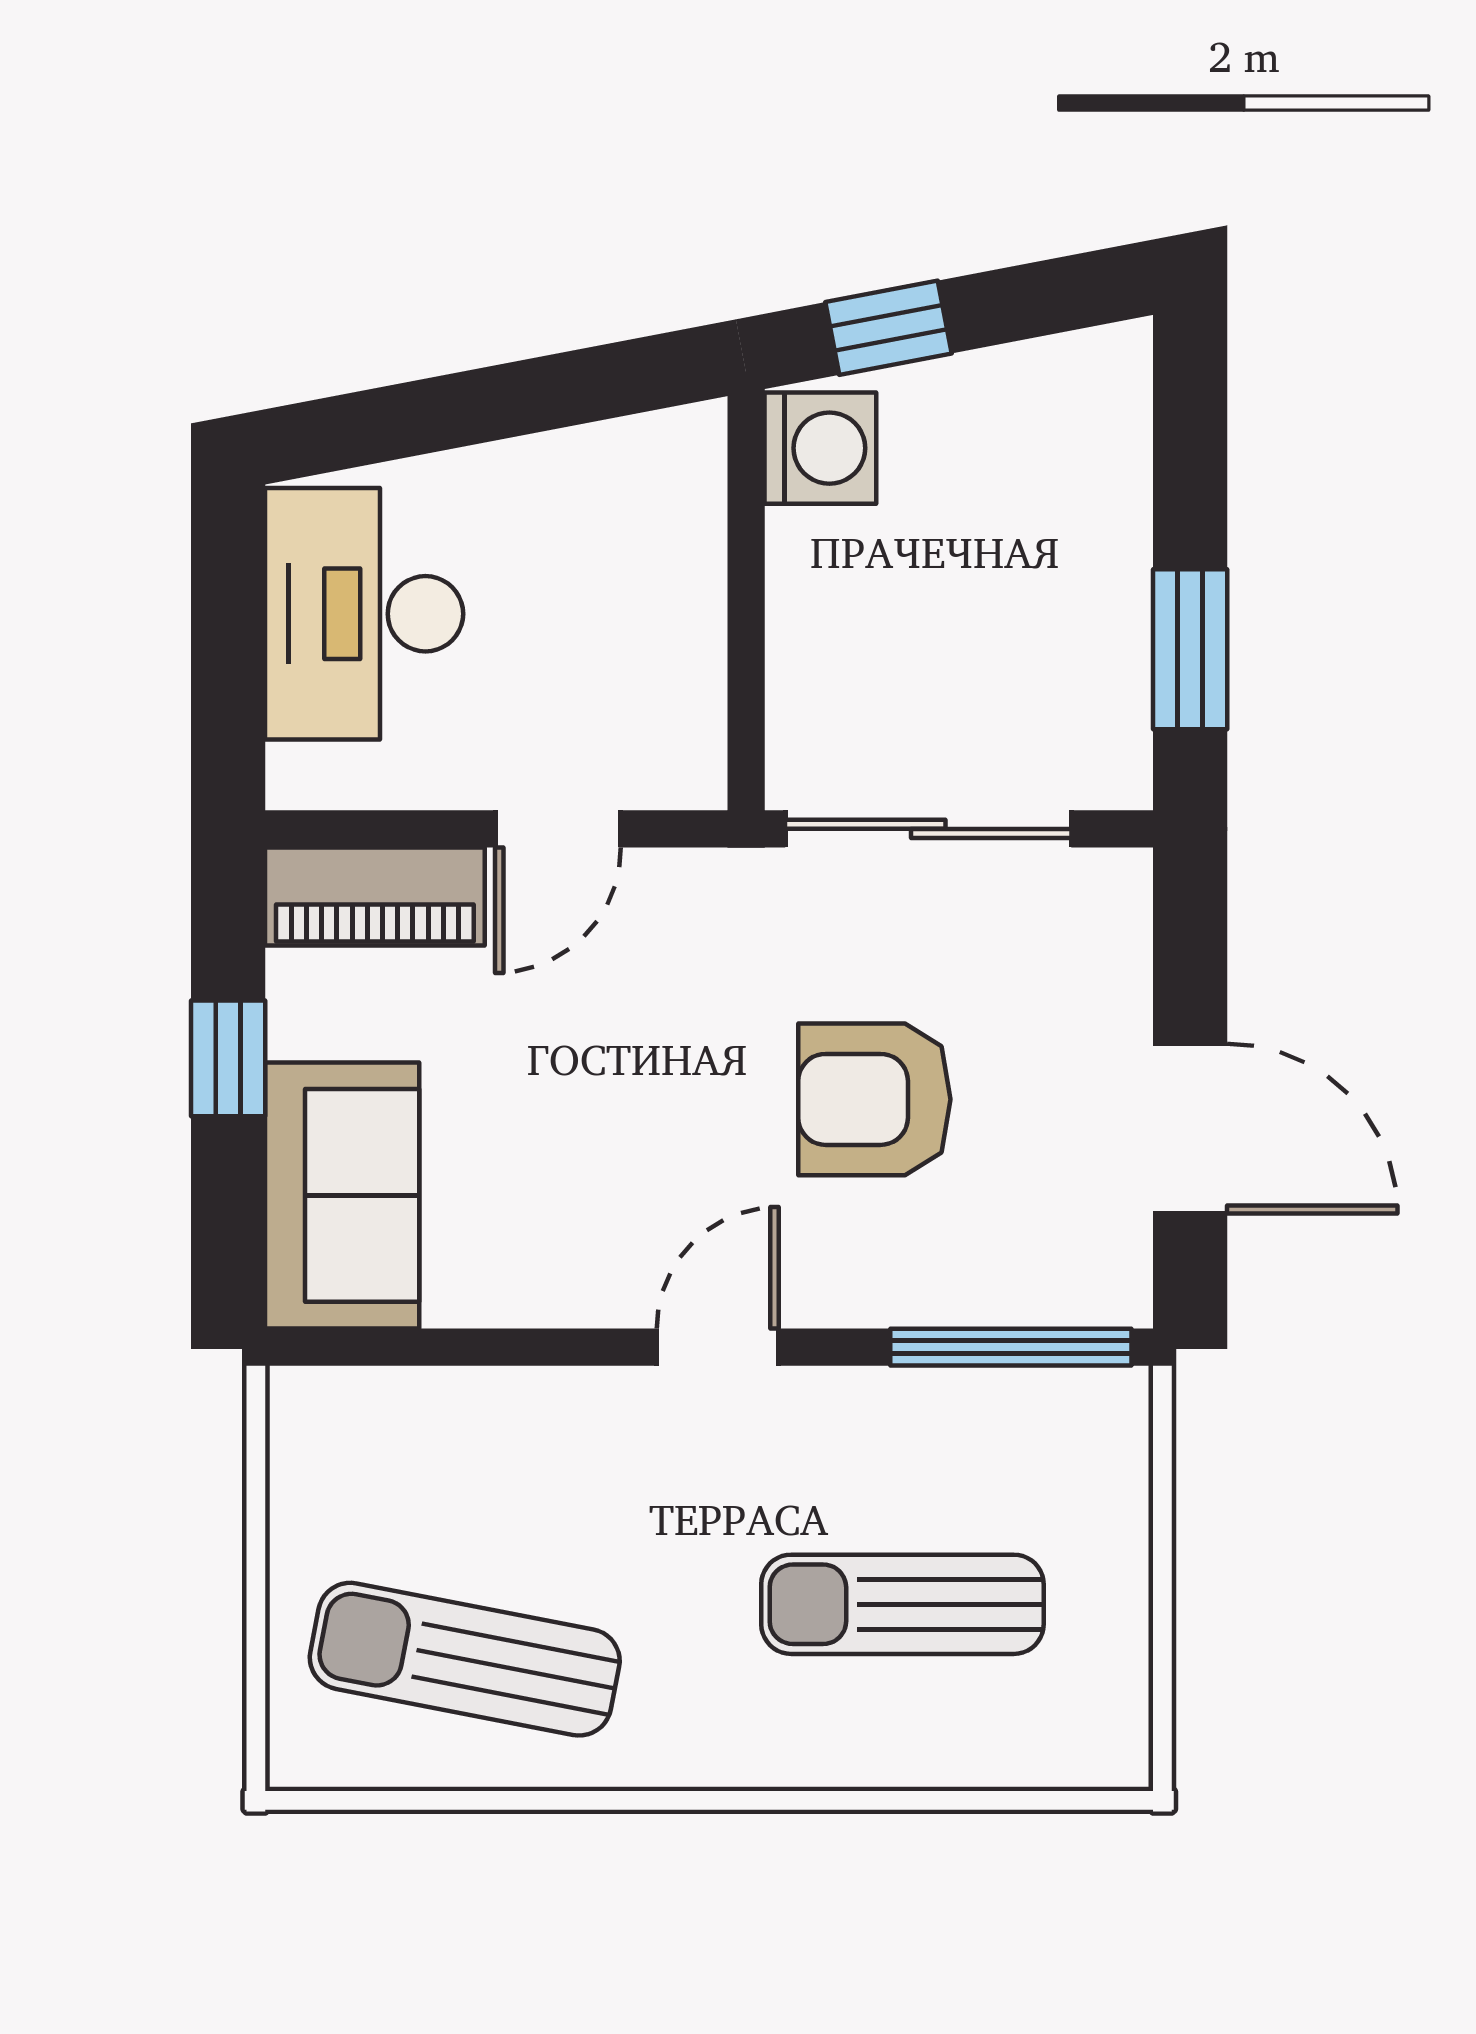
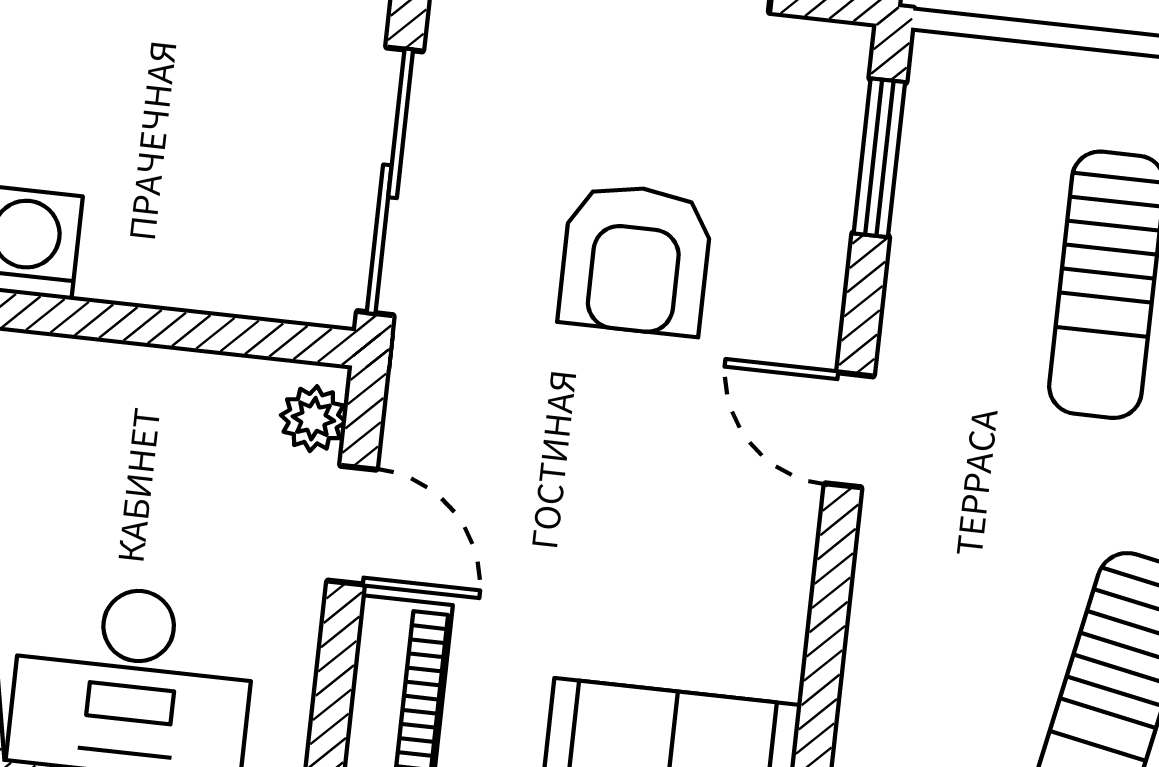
plant: (667, 775) -> (313, 419), added
window: (1011, 1347) -> (879, 158), width x0.69

